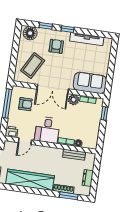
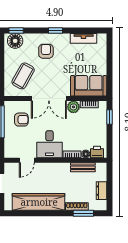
window: (46, 26) -> (16, 30), moved
tv unit: (87, 39) -> (84, 38), width x0.71
printer: (12, 132) -> (97, 152), moved

